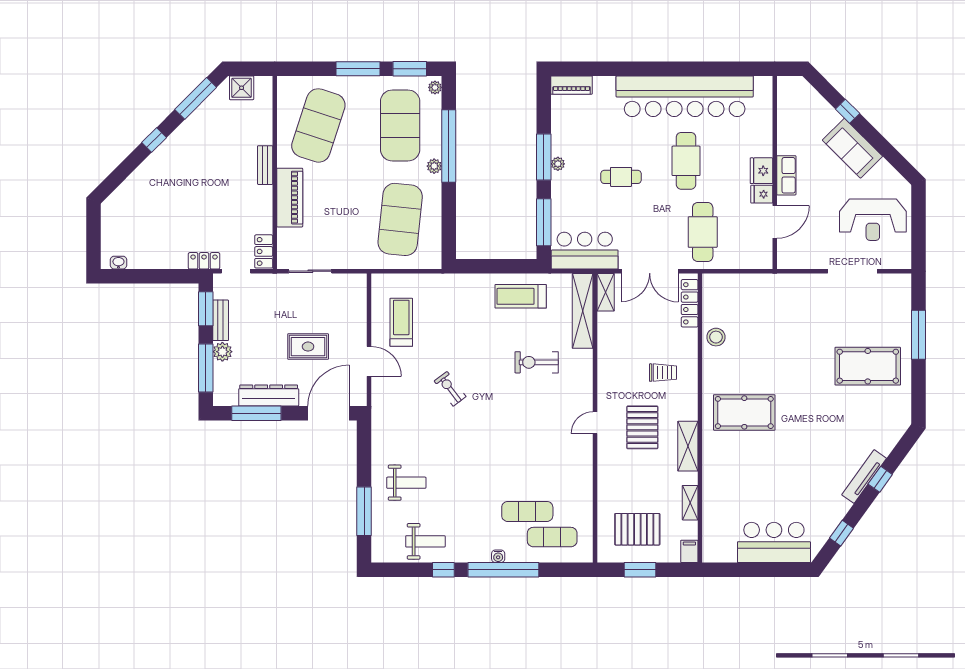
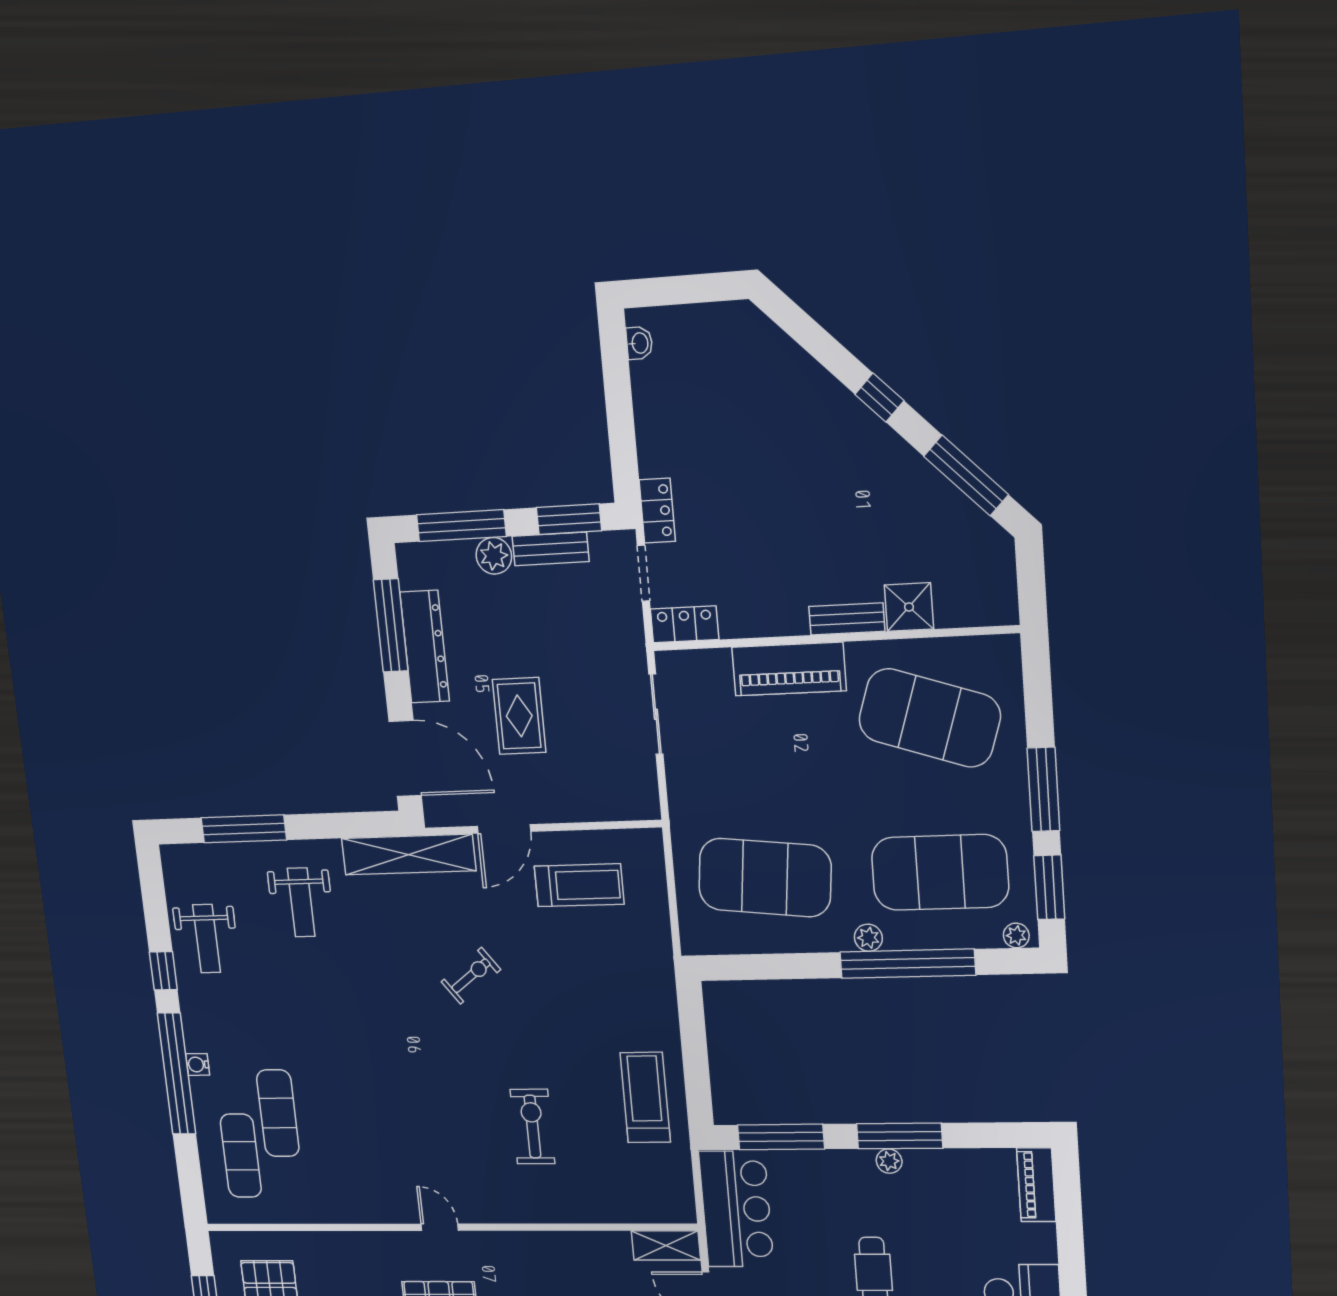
shower: (242, 88) -> (909, 607), moved
shelving: (583, 311) -> (409, 855), moved

